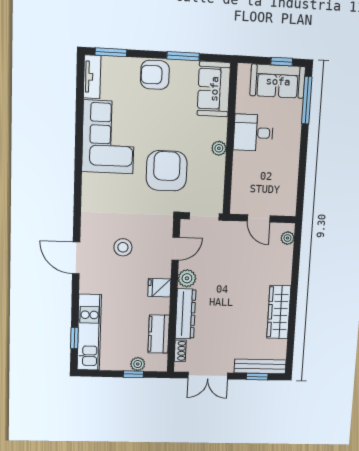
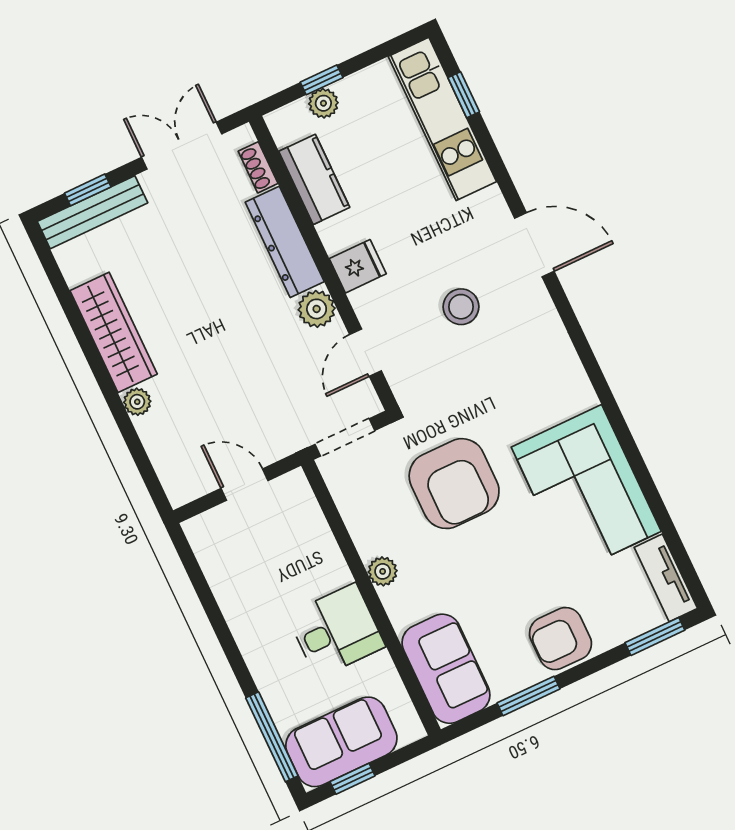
armchair: (155, 75) -> (560, 639), turned 180
plant: (288, 238) -> (137, 402), moved

